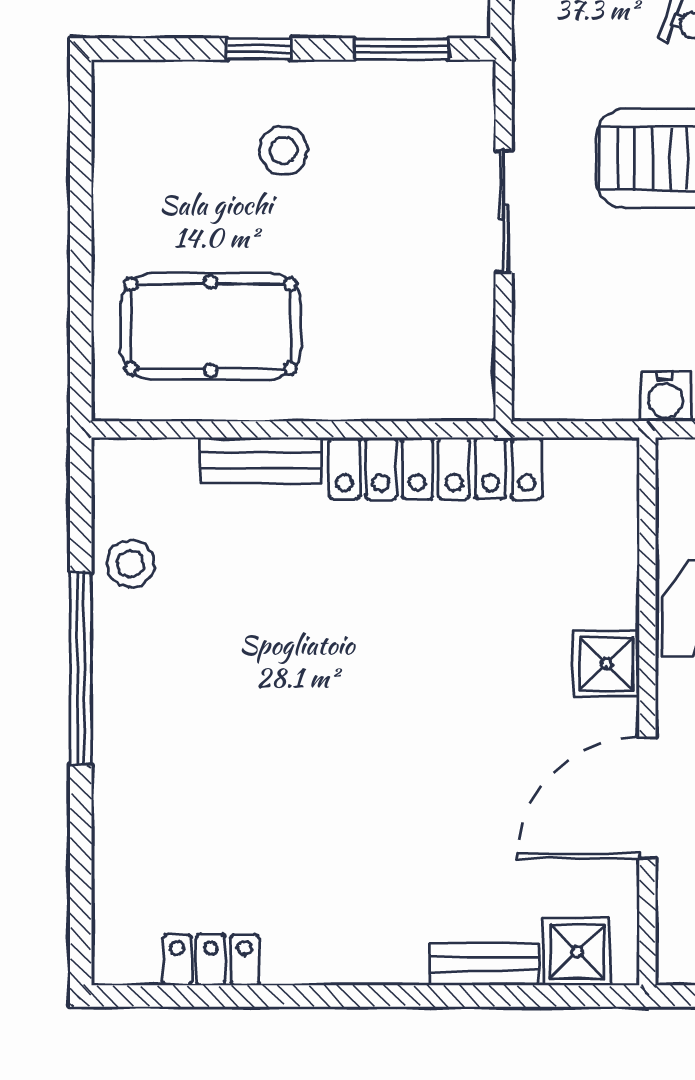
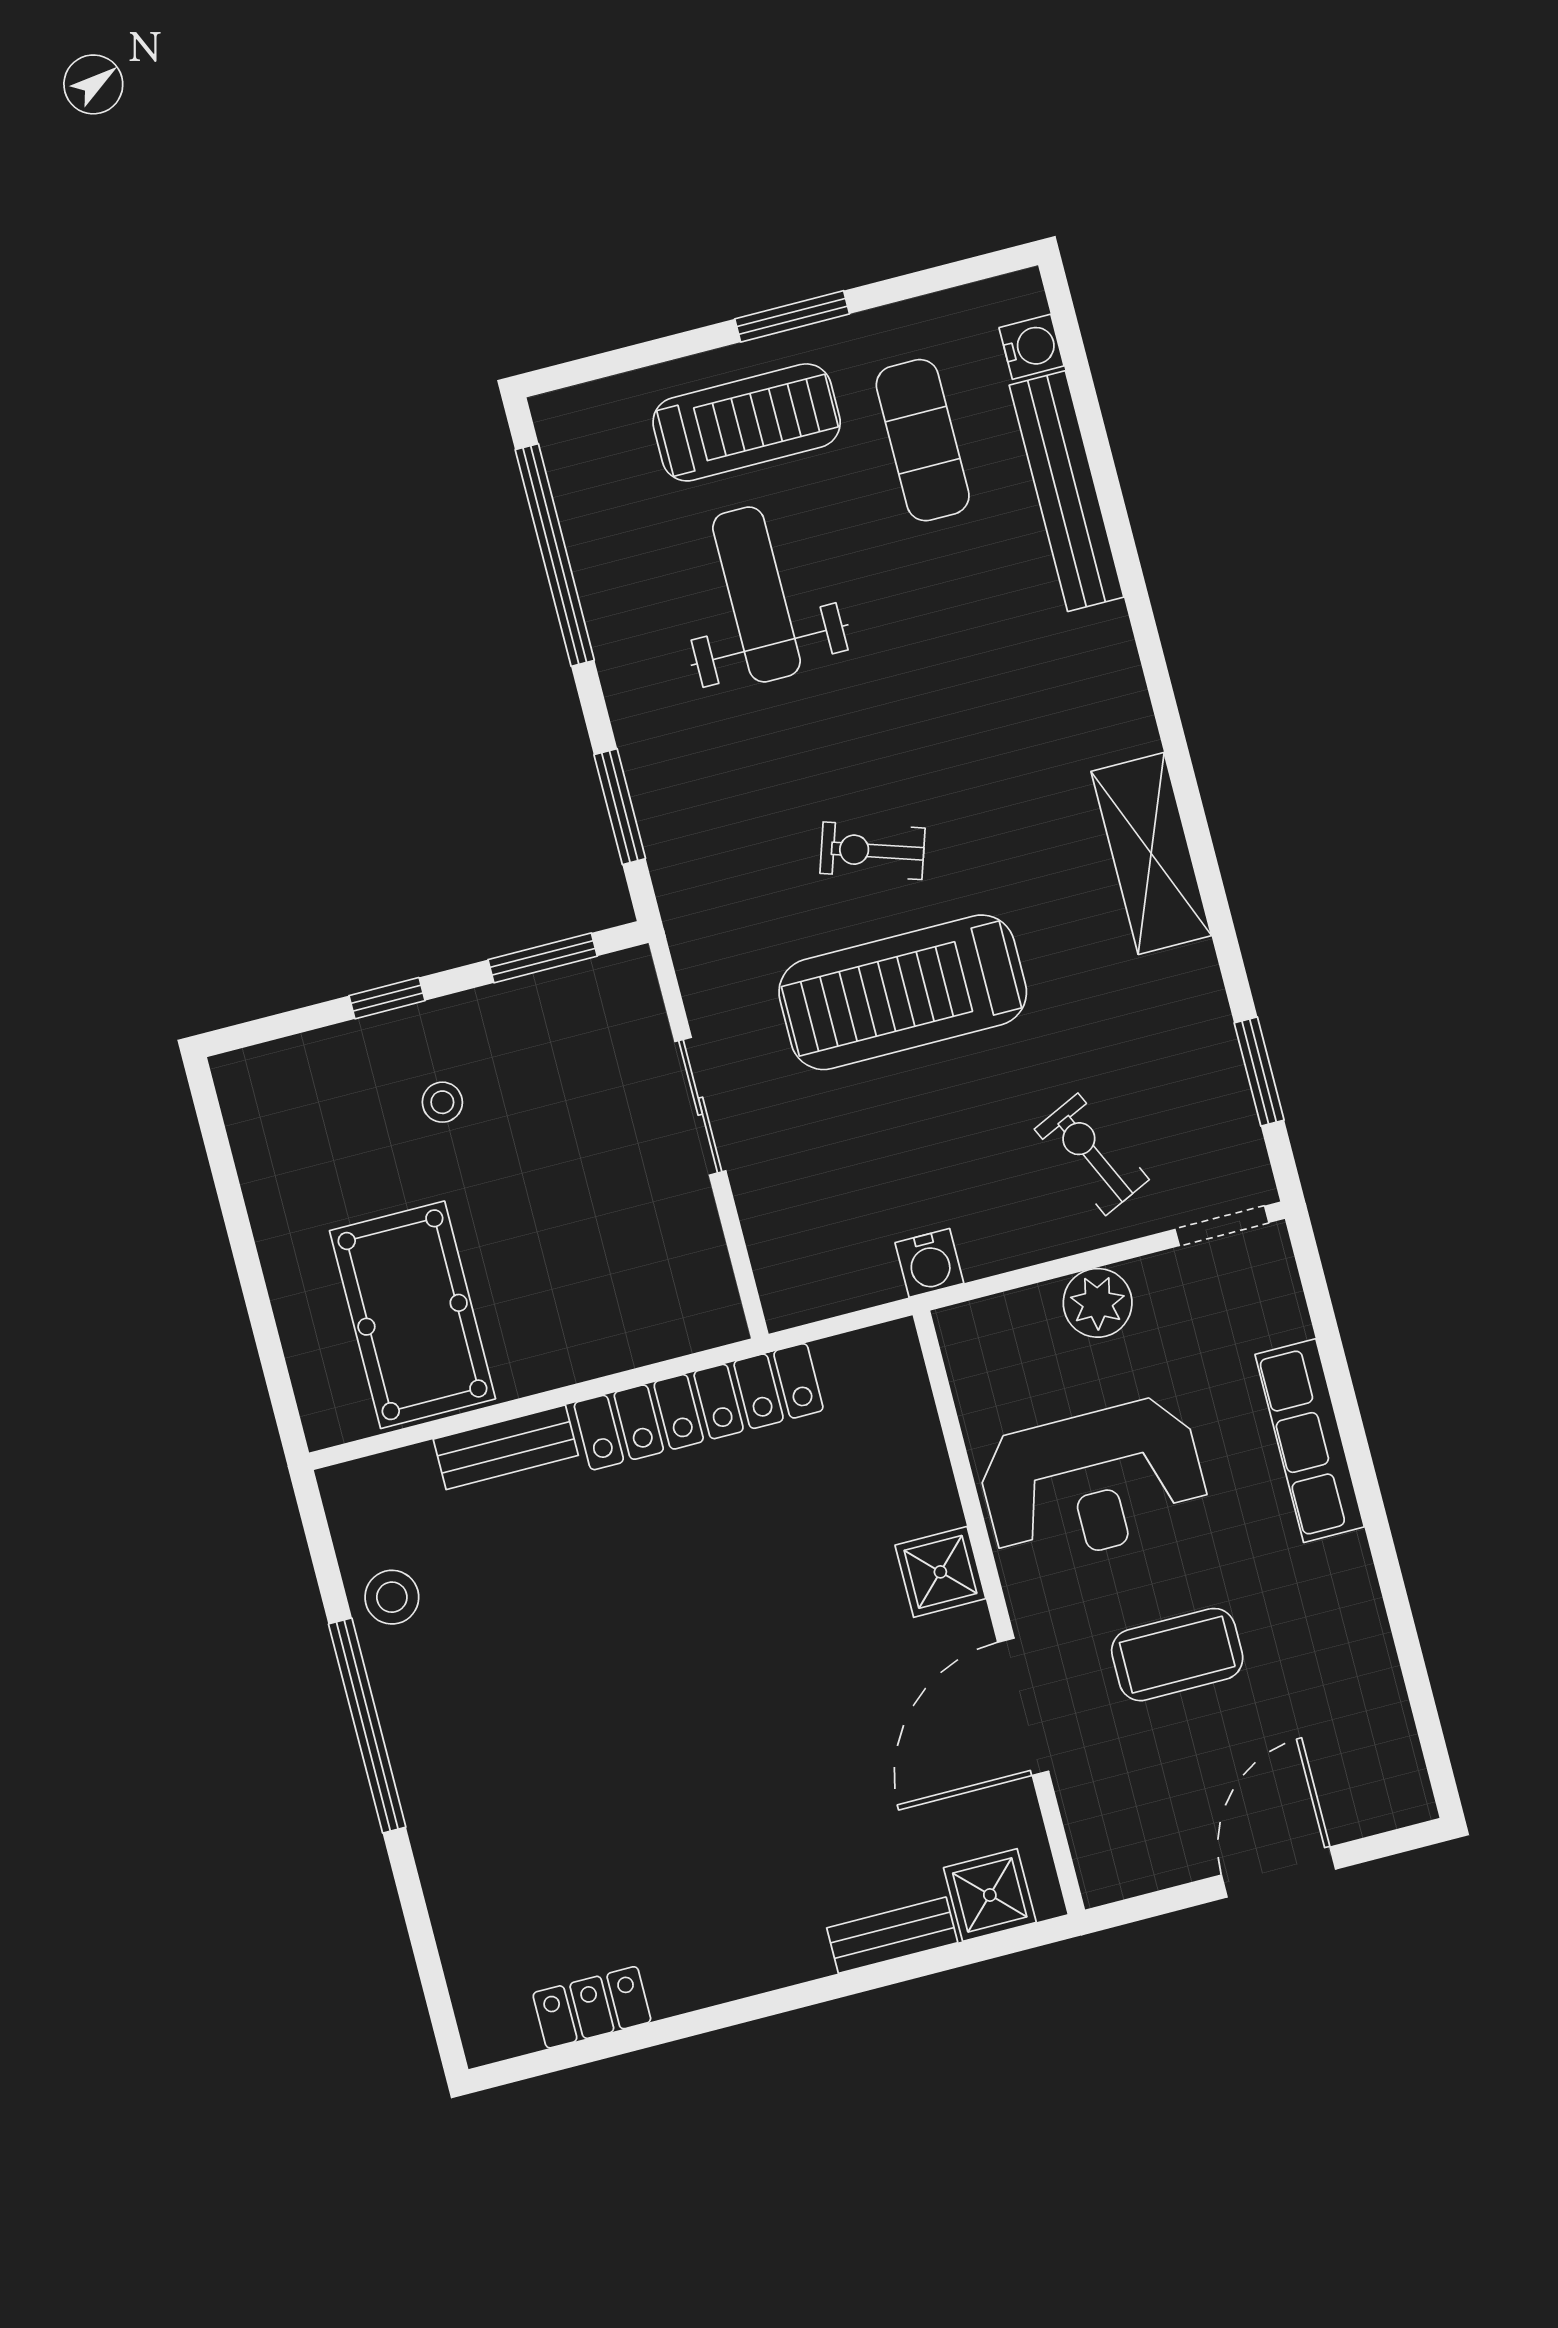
stool: (283, 150) -> (442, 1102), width x0.73, depth x0.73
pool table: (211, 326) -> (413, 1315), turned 90

